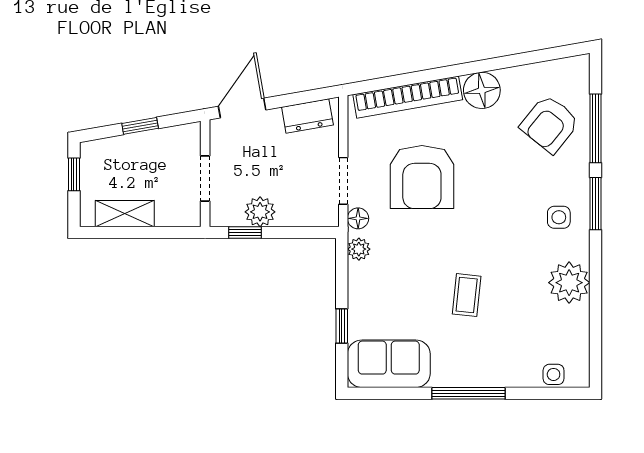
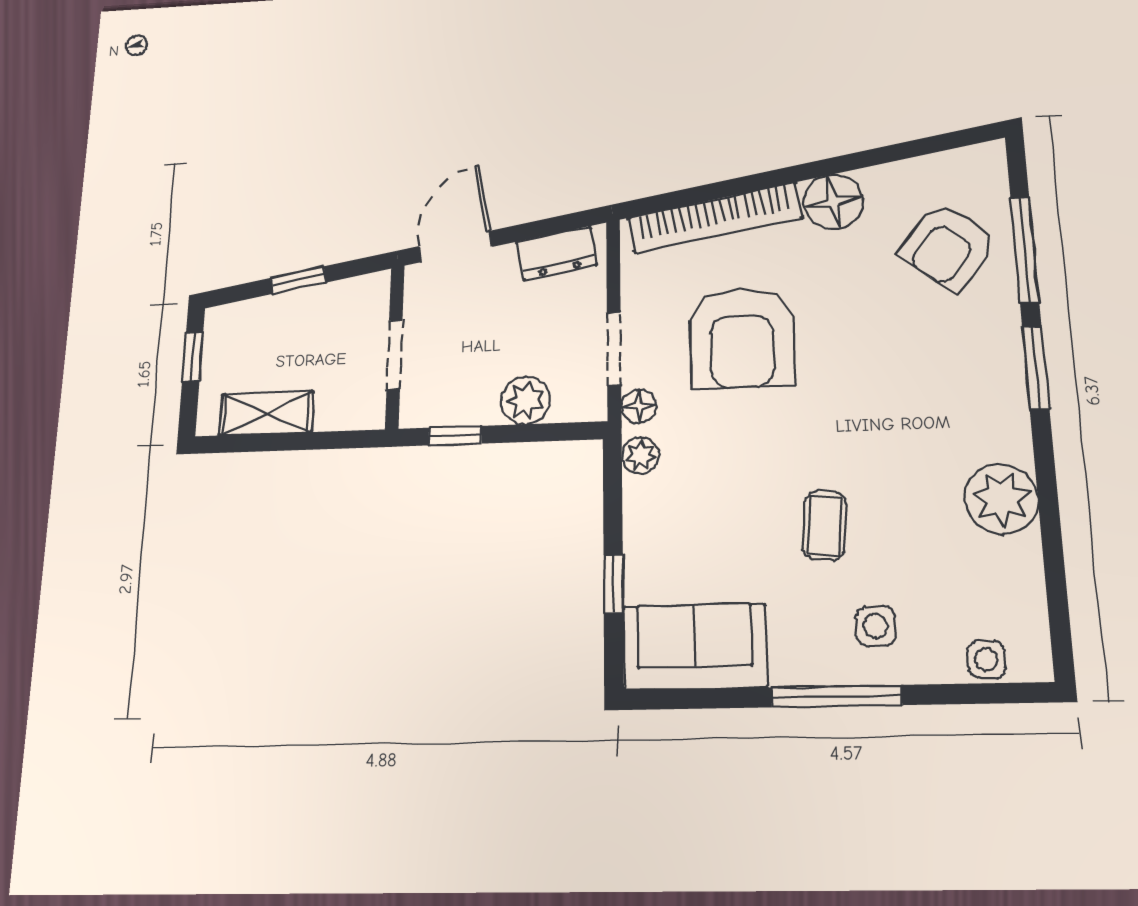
plant: (260, 212) -> (526, 400), moved
side table: (559, 217) -> (876, 626), moved

